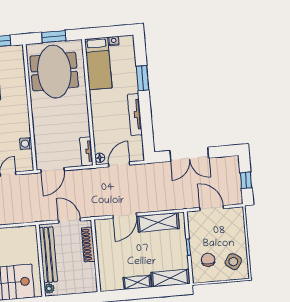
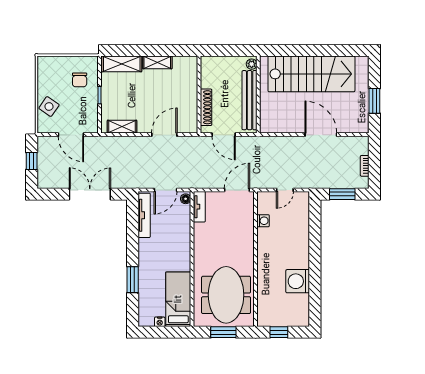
tv unit: (135, 115) -> (144, 215), moved
shelving: (158, 222) -> (122, 127), width x0.67, depth x0.75
side table: (233, 262) -> (49, 107), moved

